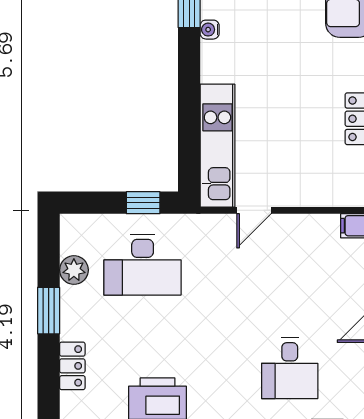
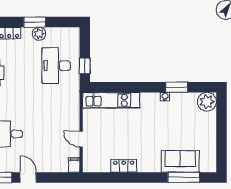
door: (254, 210) -> (81, 139), moved
plant: (74, 270) -> (39, 34), moved

